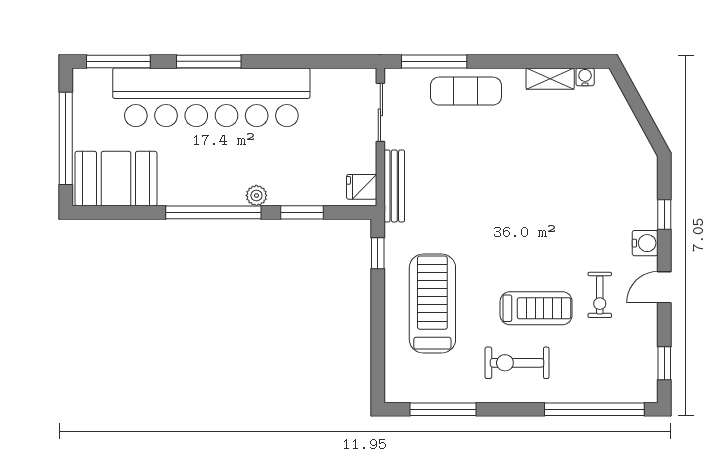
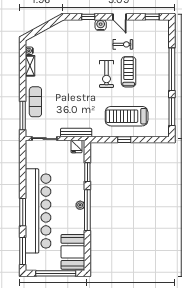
plant: (256, 195) -> (80, 205), moved
window: (378, 253) -> (124, 140), moved
exercise bike: (517, 363) -> (106, 74), moved
window: (594, 409) -> (172, 69), moved

